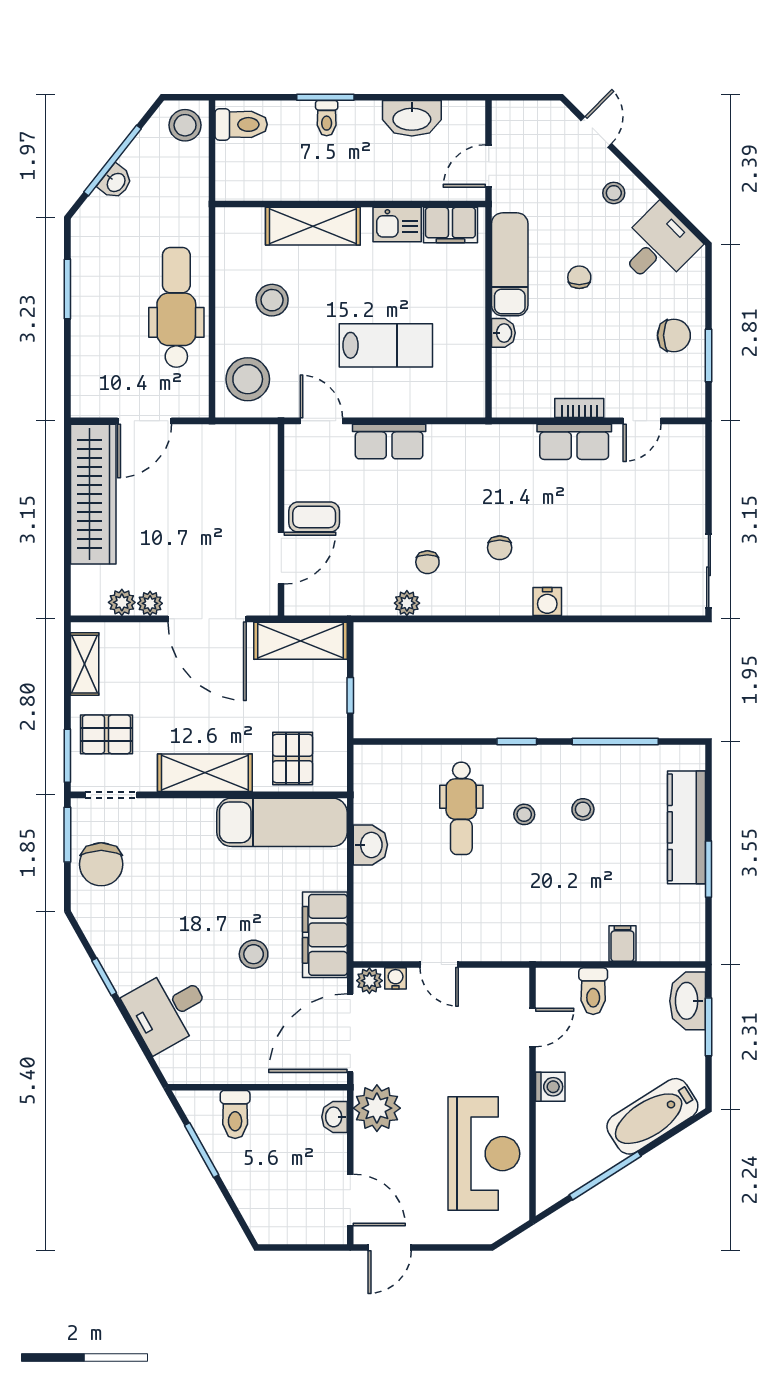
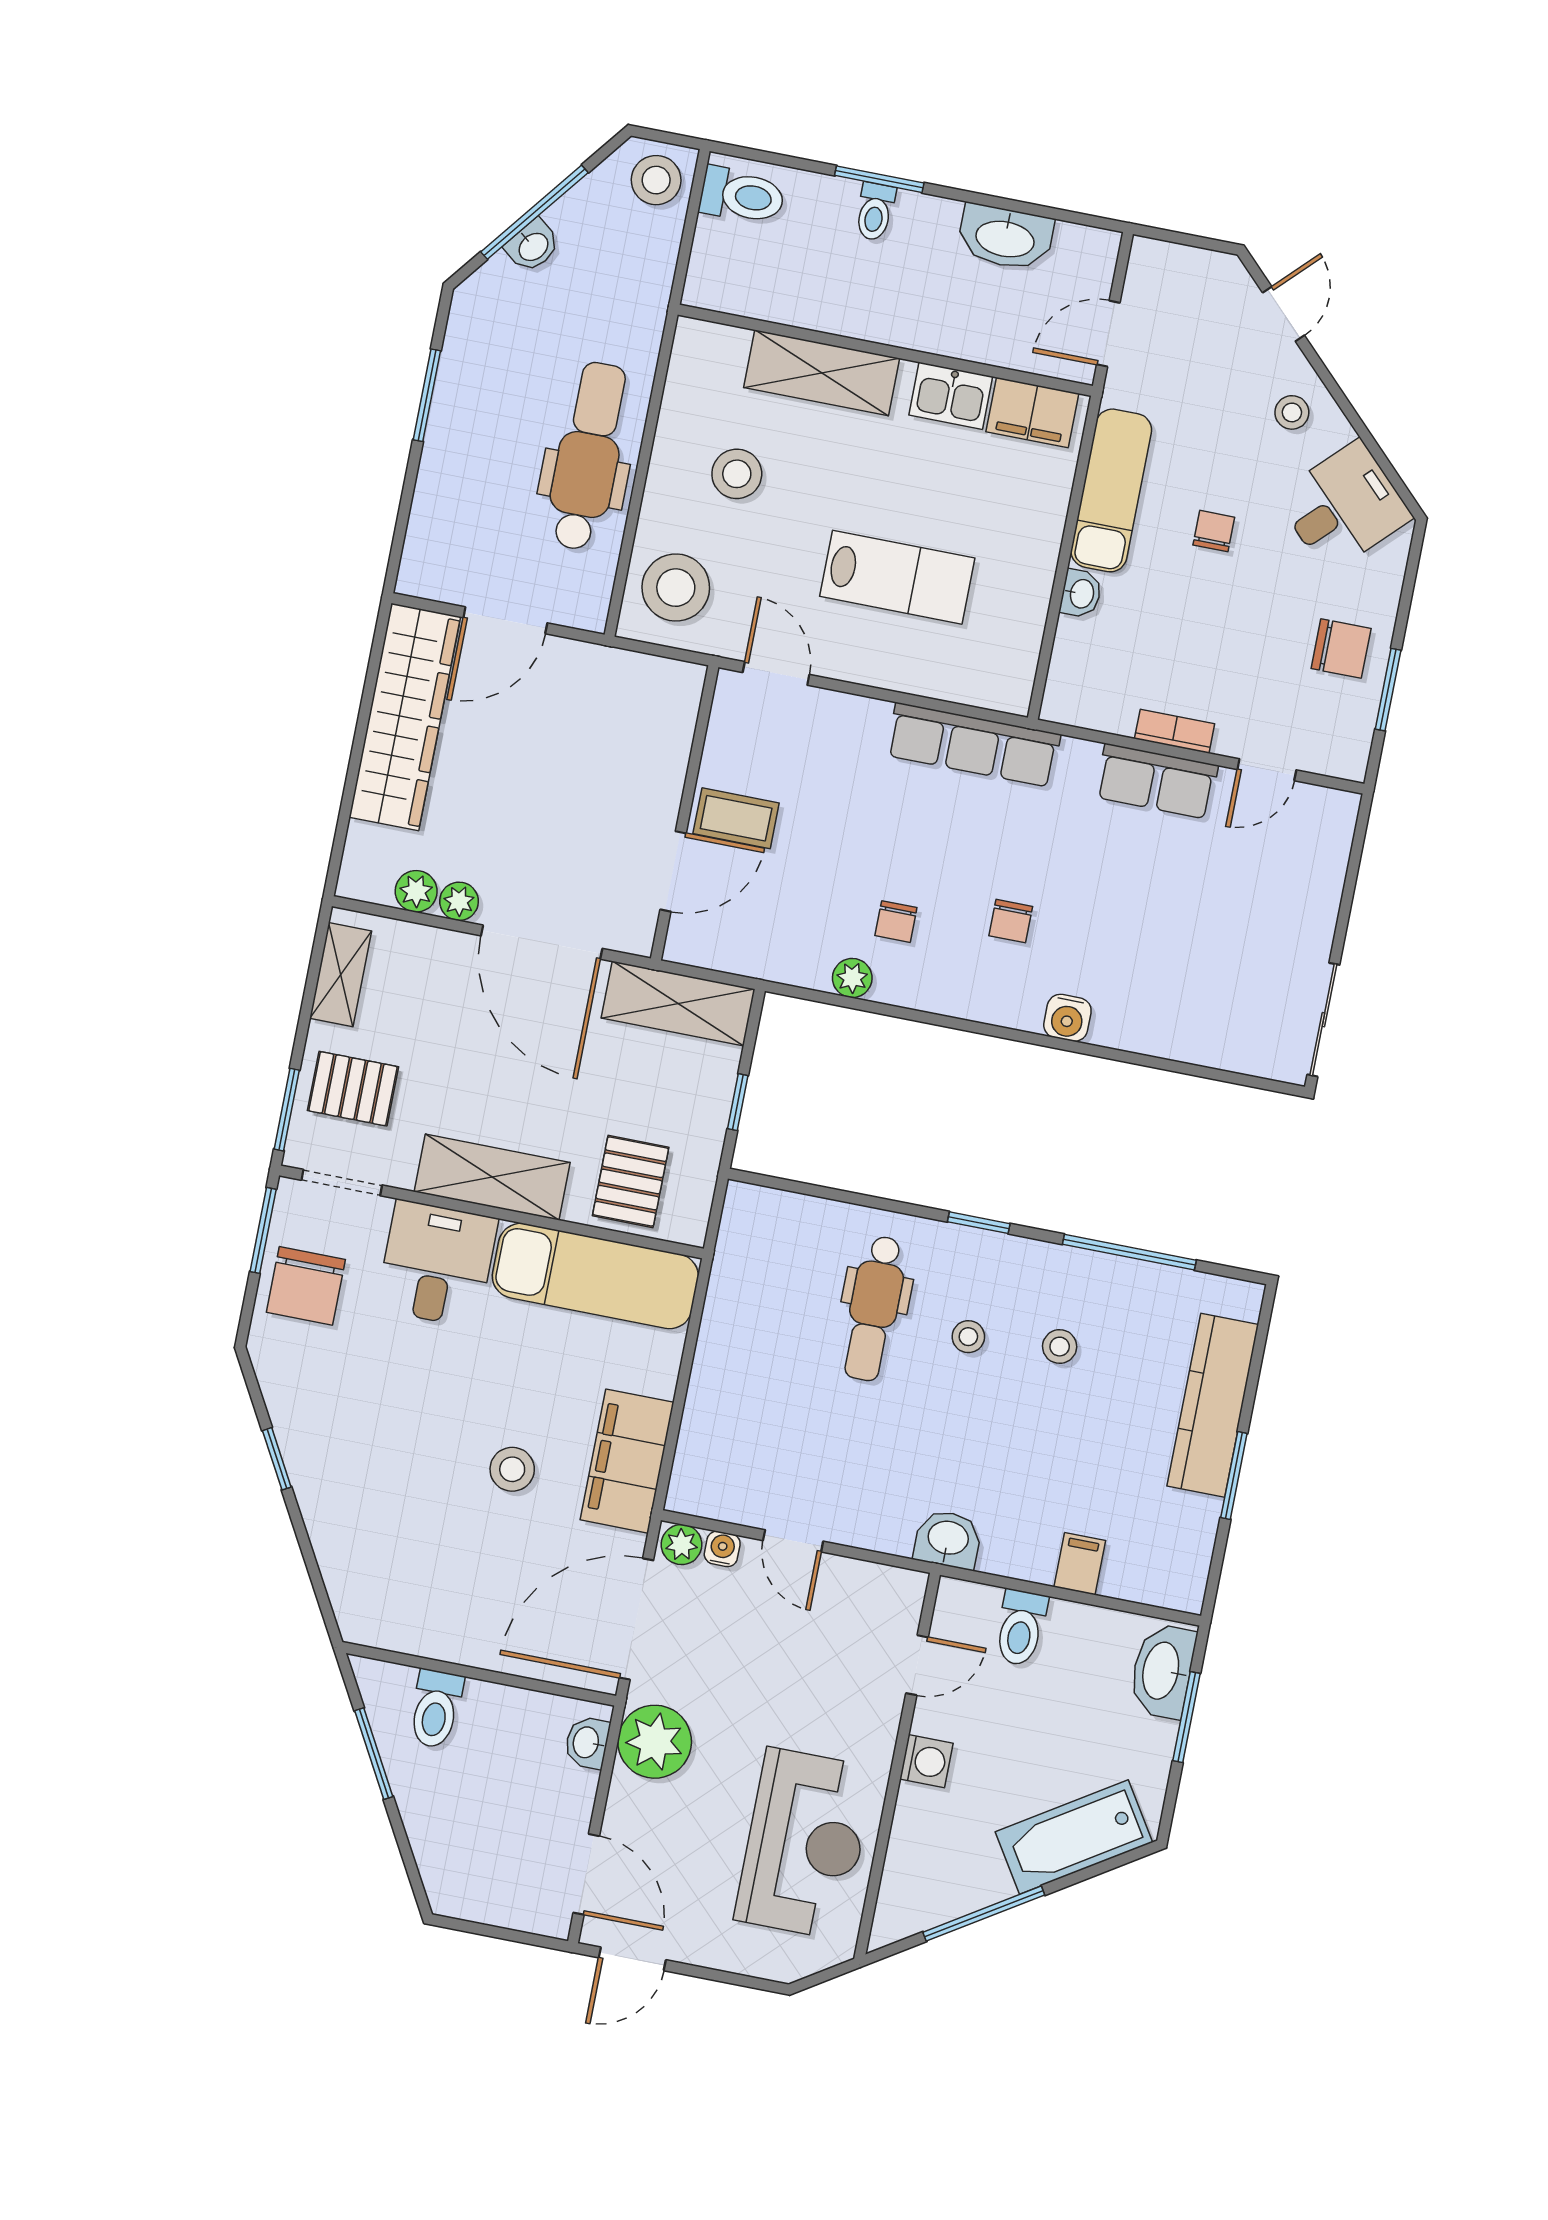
row of seats: (389, 441) -> (973, 745), moved, width x1.48
washbasin: (370, 845) -> (948, 1539), moved, turned -90
desk: (168, 1009) -> (437, 1264), moved, turned 119

